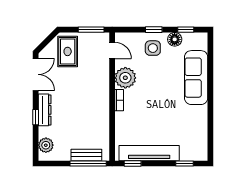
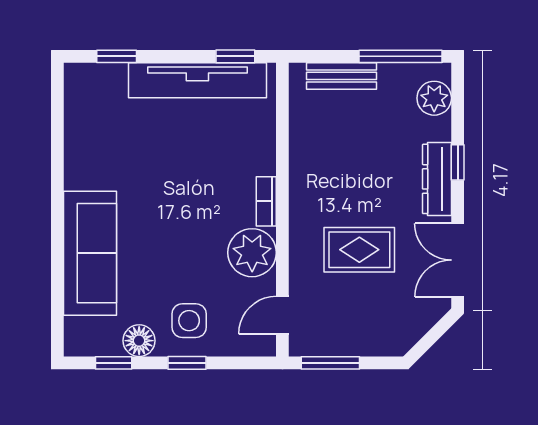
door: (112, 50) -> (282, 315), hinge flipped
rug: (68, 51) -> (359, 250), moved, turned 90
window: (88, 163) -> (400, 56), moved

